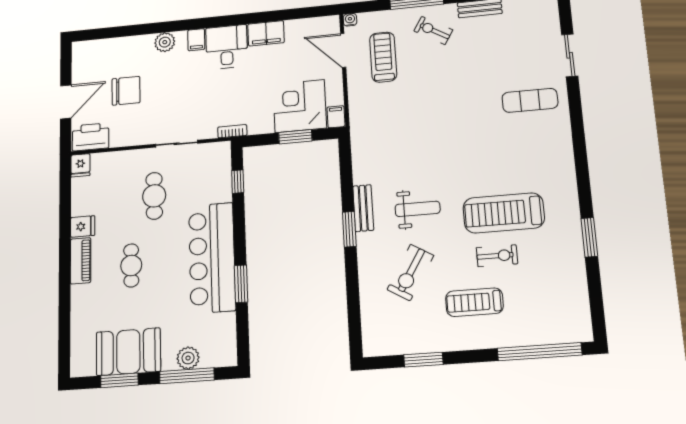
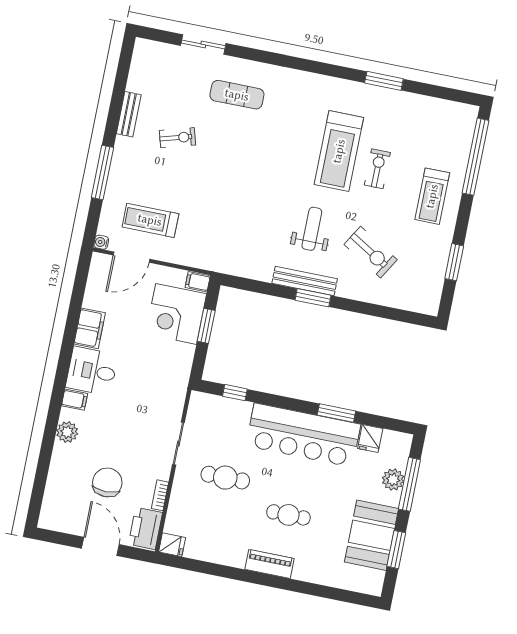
exercise bike: (433, 30) -> (177, 138), moved, turned -137
exercise mat: (530, 100) -> (237, 95), turned 90
bookcase: (232, 131) -> (160, 495), moved
bench: (363, 208) -> (305, 281), width x1.36
fridge: (83, 226) -> (370, 438), moved, turned 180
treadmill: (474, 302) -> (432, 196), moved

